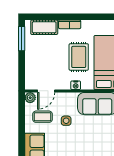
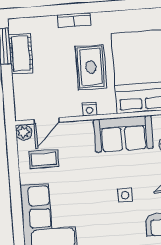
cot: (44, 27) -> (21, 54), moved, turned 90
side table: (66, 121) -> (125, 195), moved

